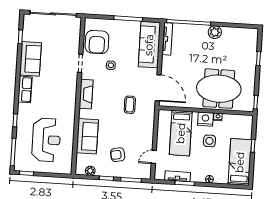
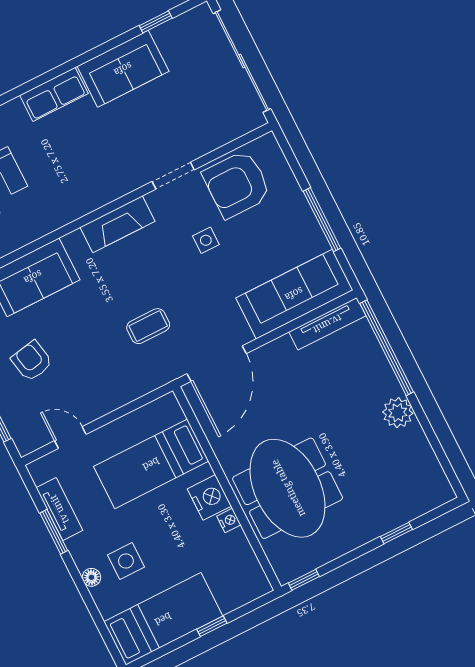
side table: (209, 141) -> (126, 561), moved

